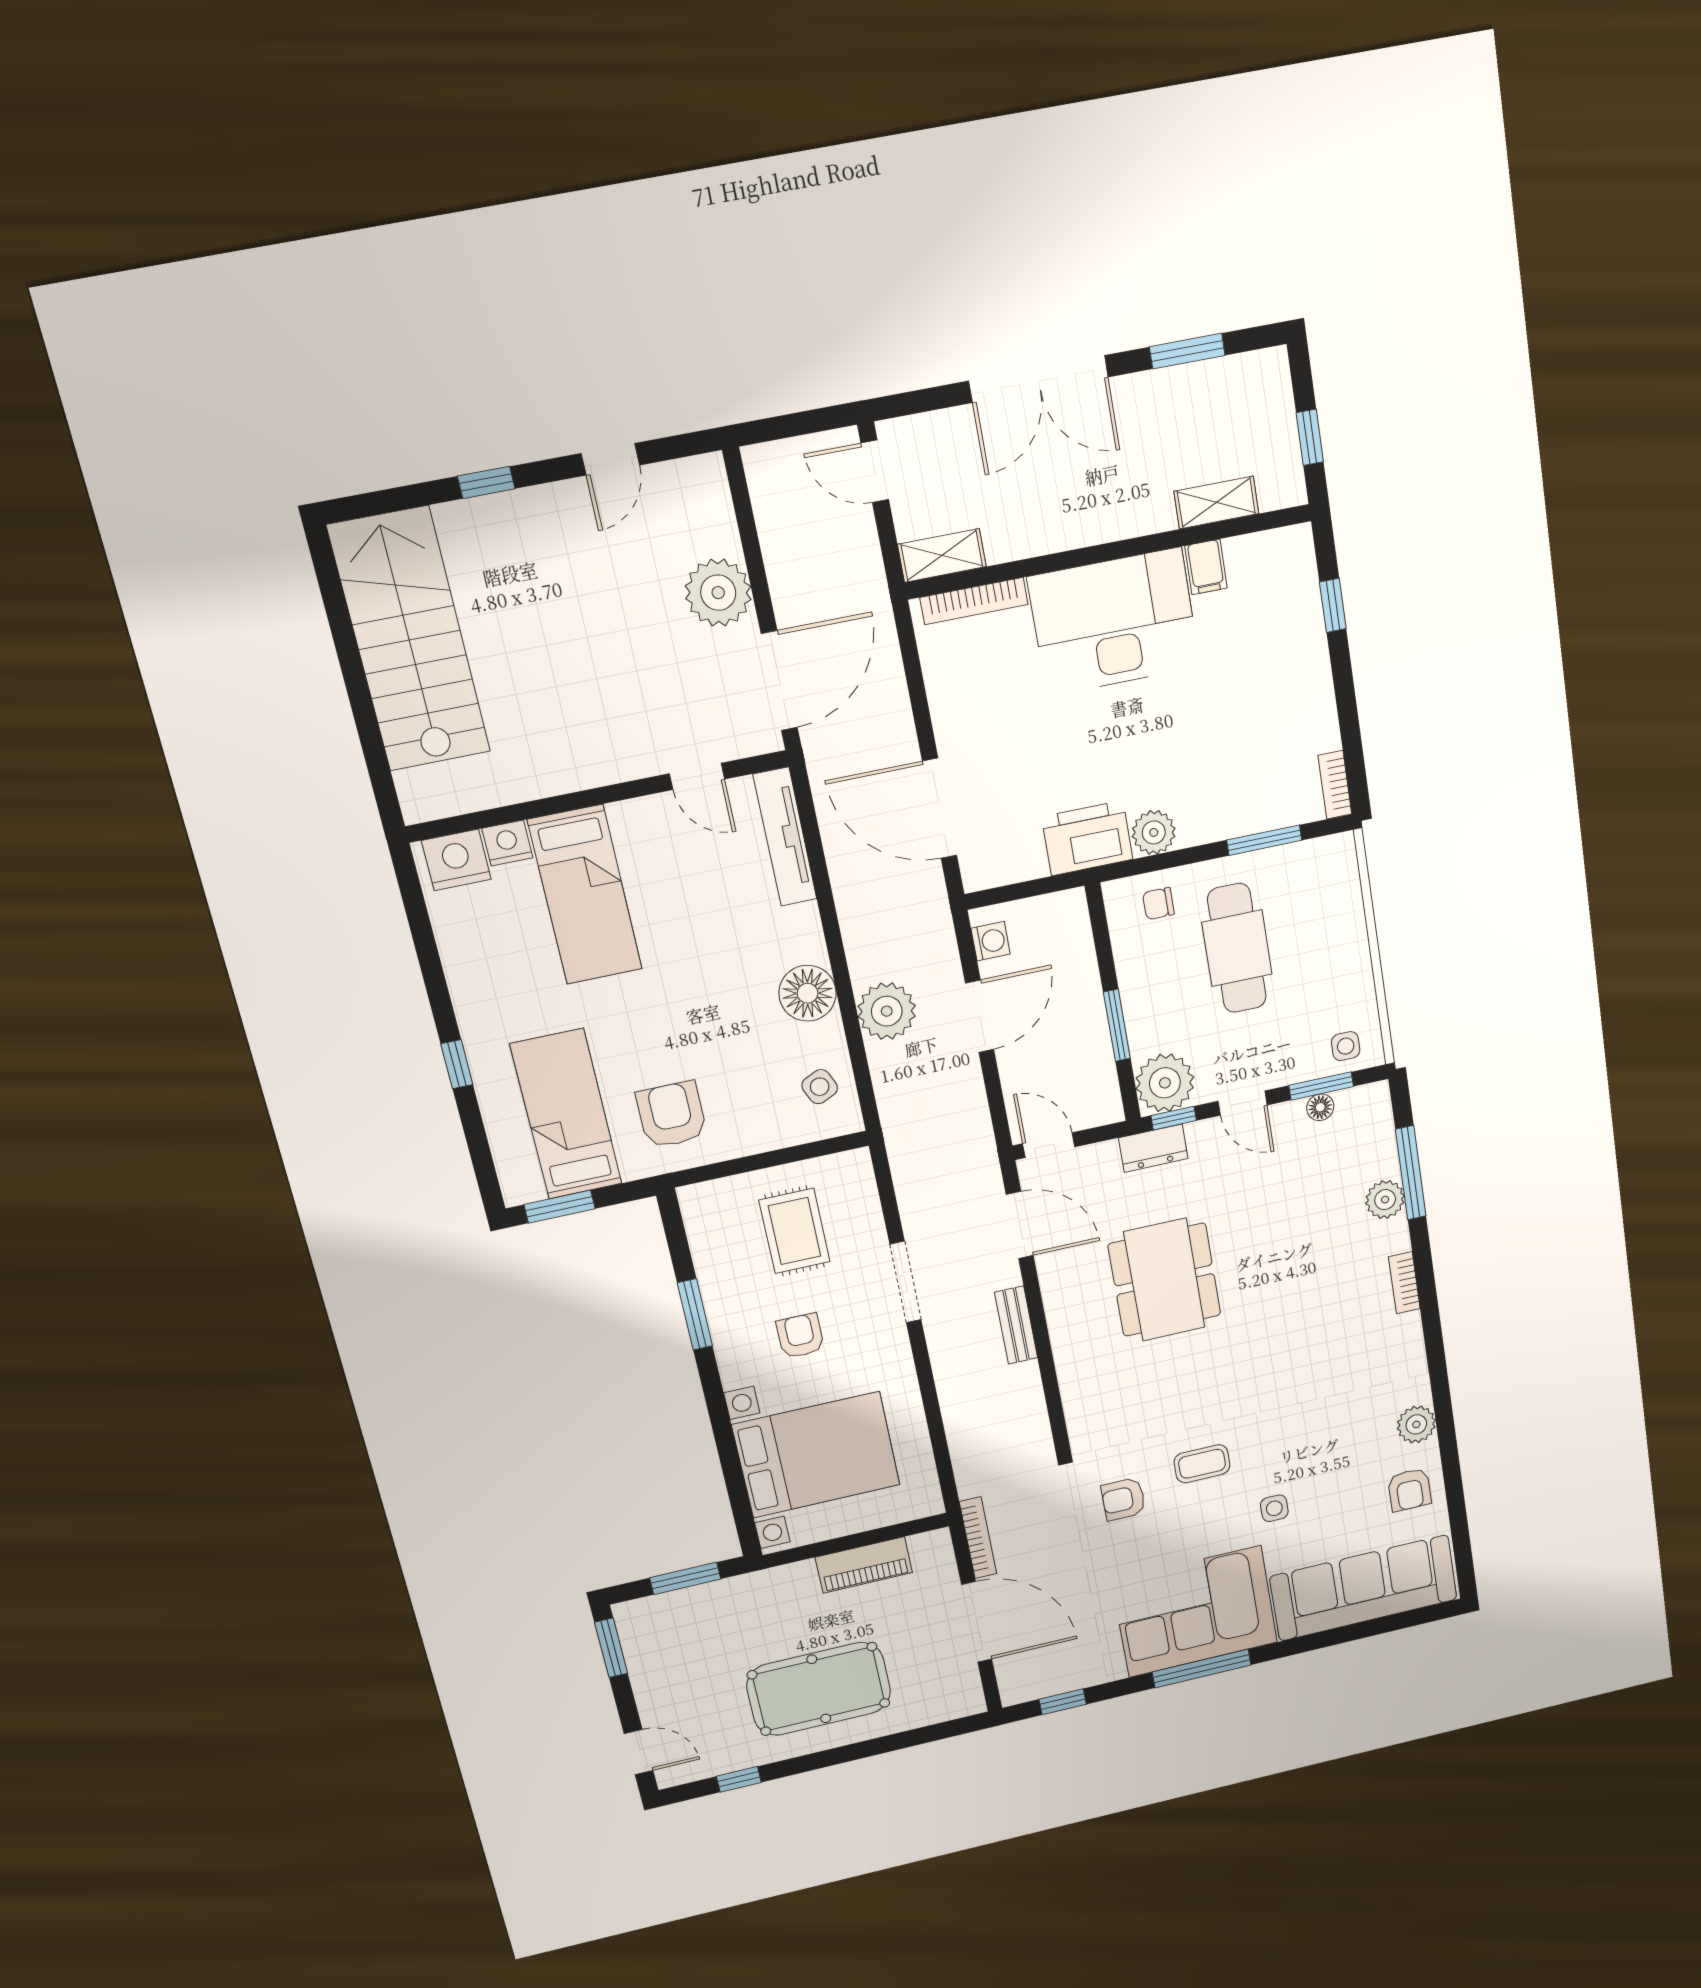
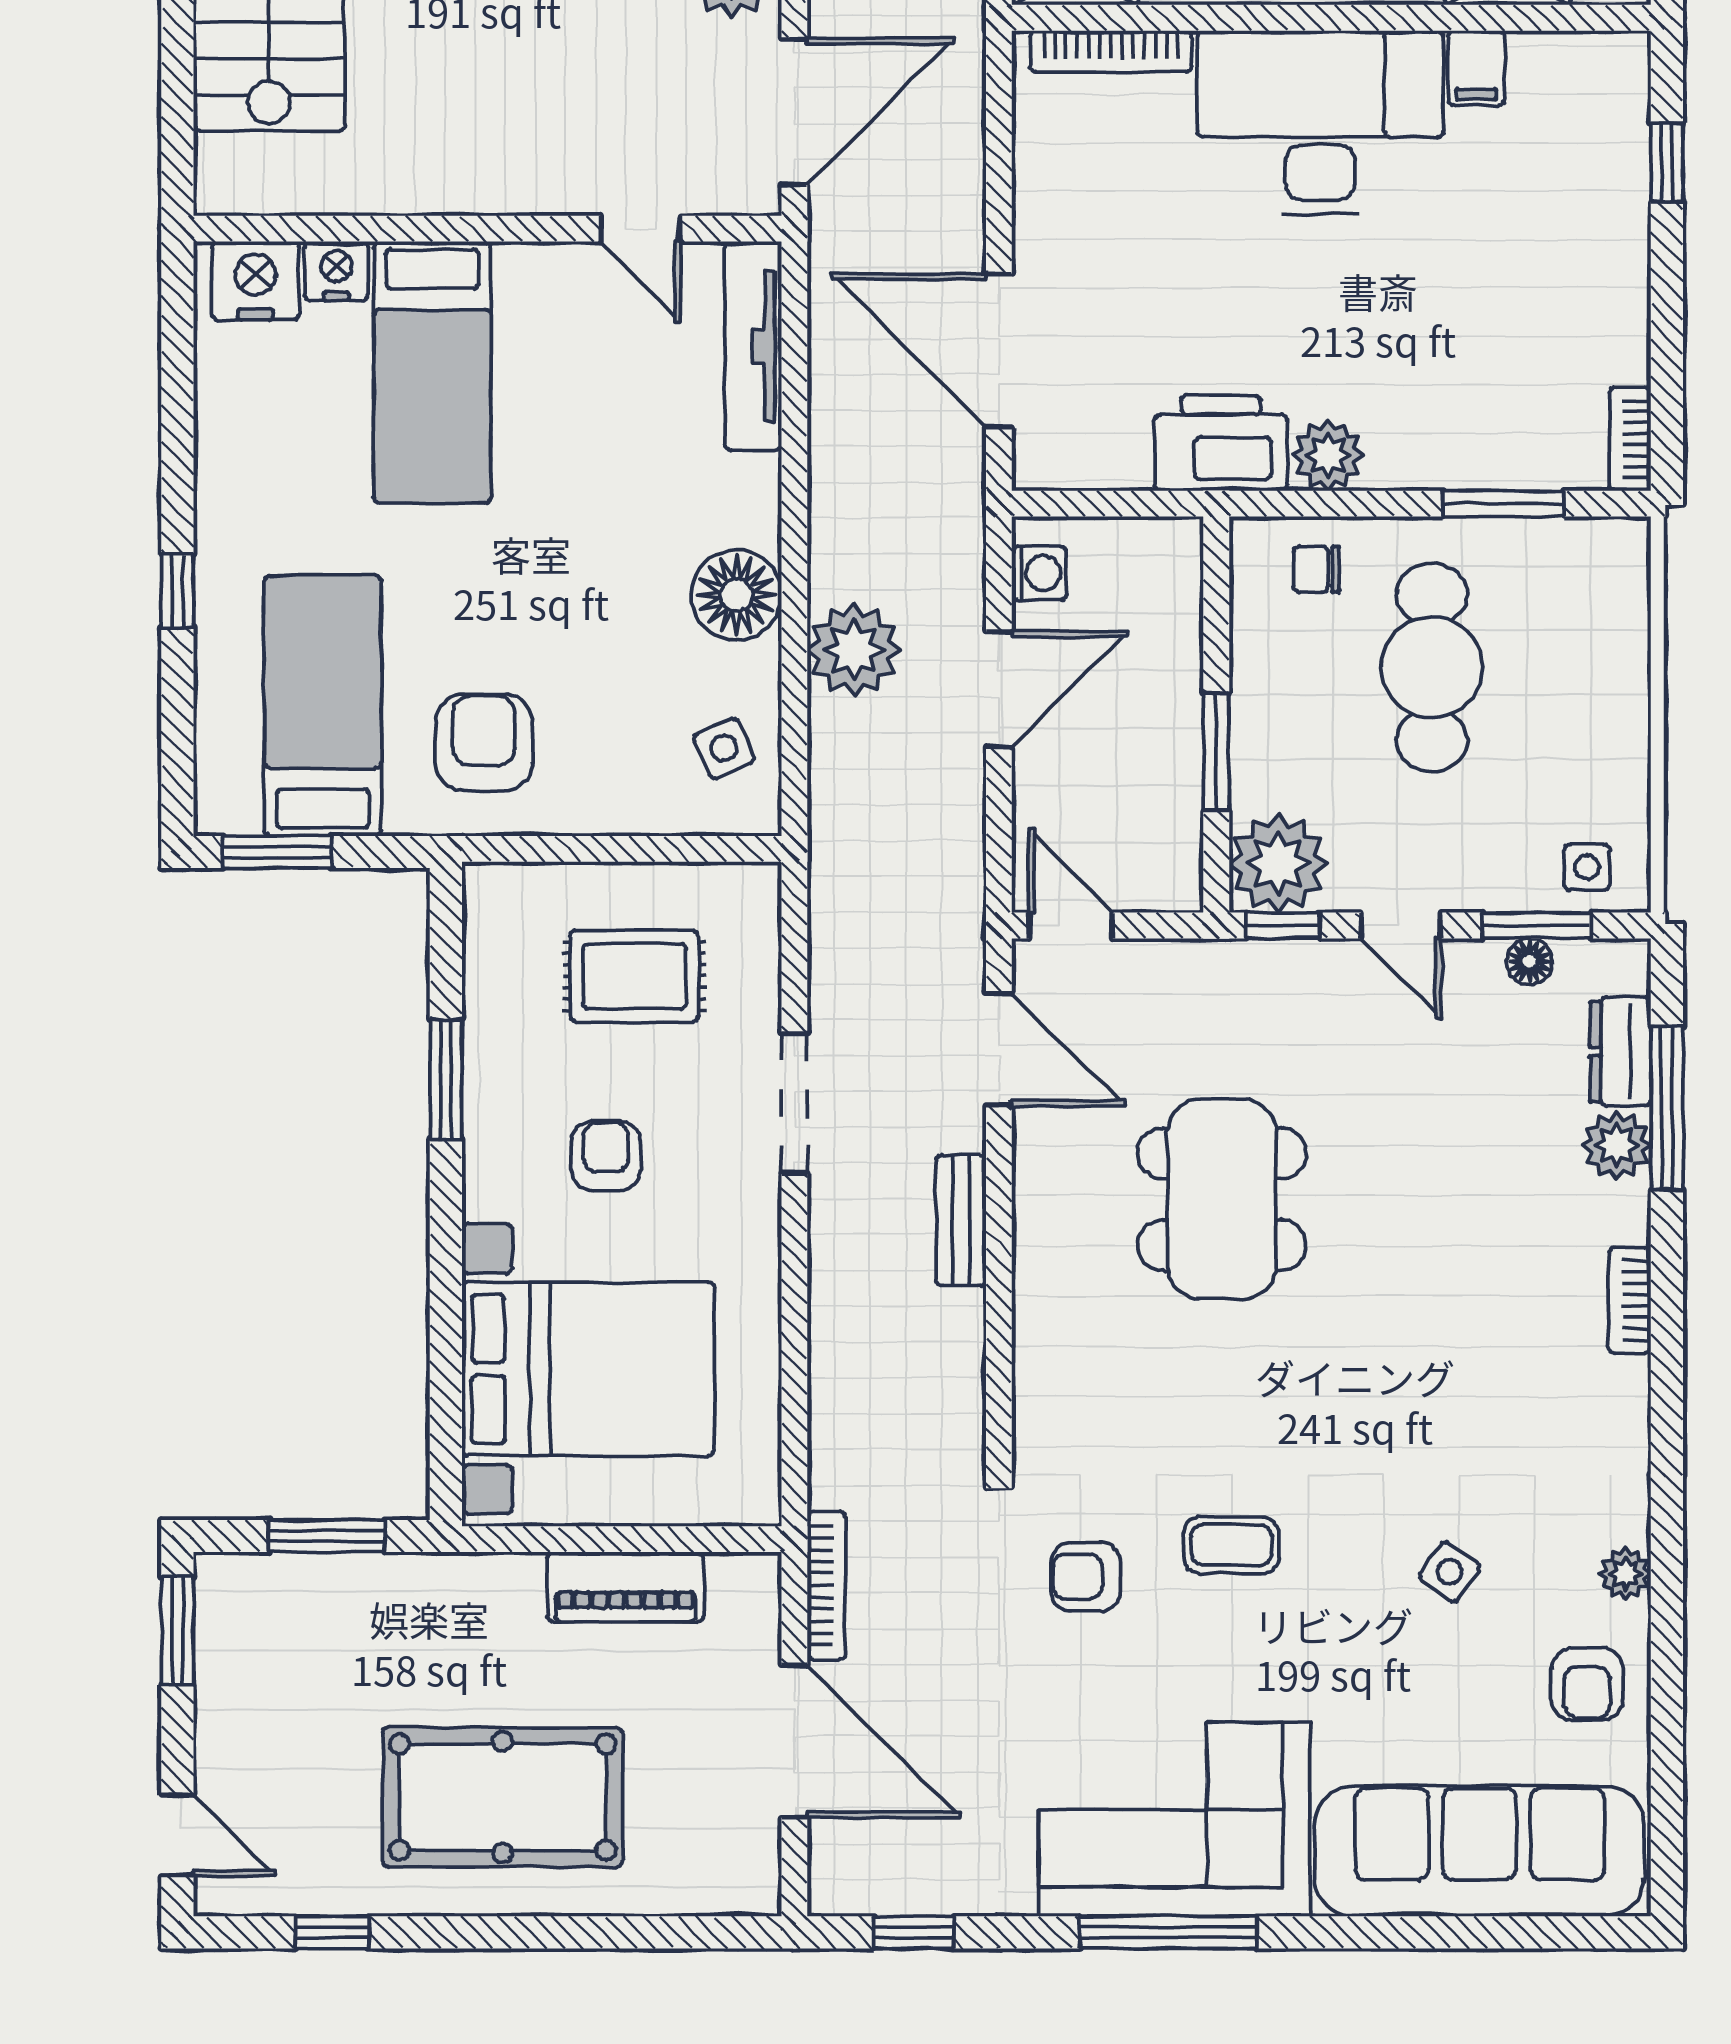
dresser: (1153, 1148) -> (1620, 1052), moved, turned 90
rug: (794, 1231) -> (634, 976), turned 90
plant: (1416, 1424) -> (1625, 1574), width x0.73, depth x0.73
side table: (1274, 1508) -> (1450, 1572), moved, turned 35

